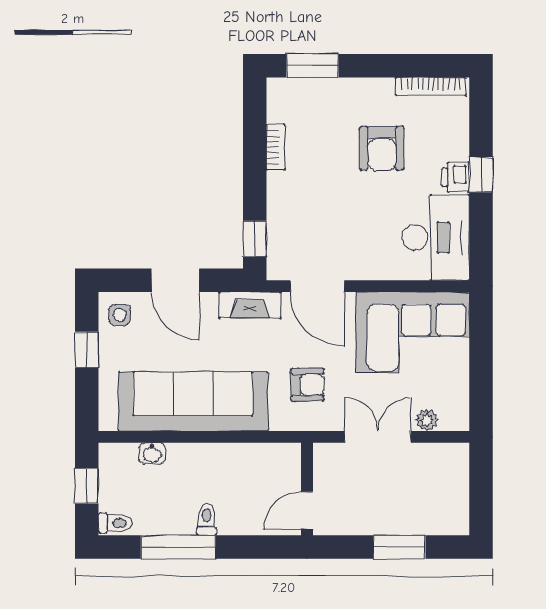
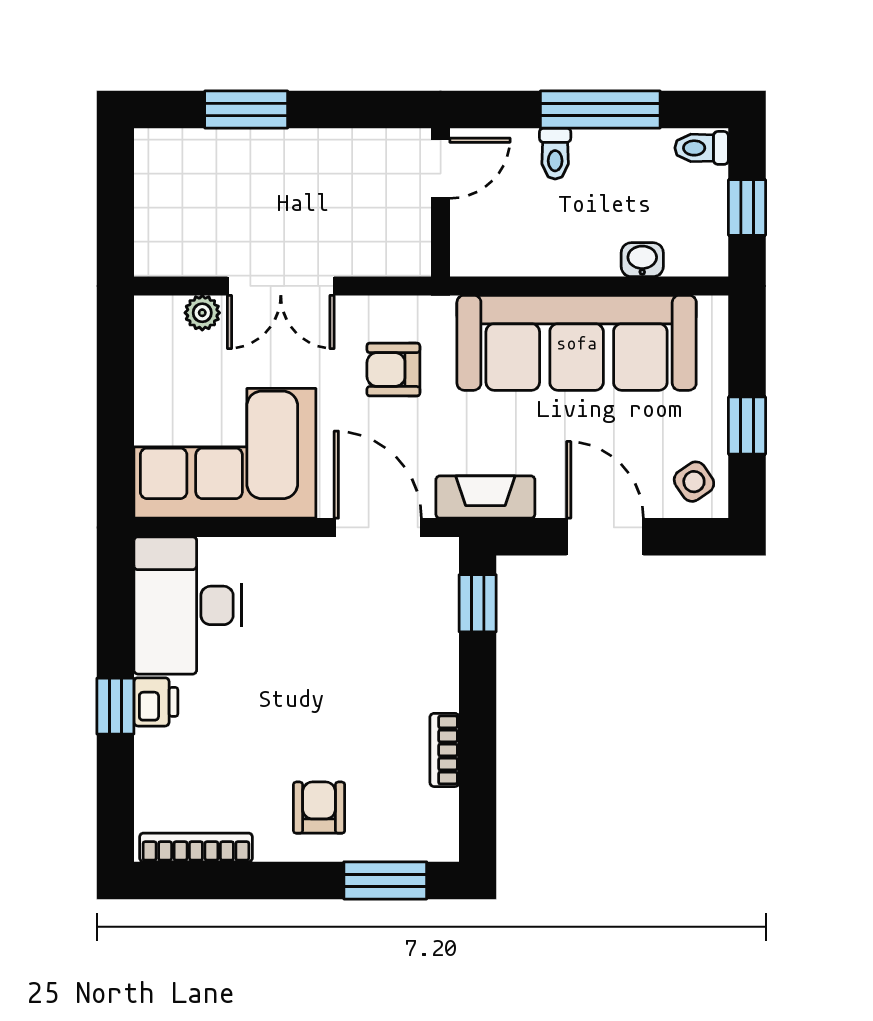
armchair: (382, 148) -> (319, 808), moved, width x0.72, depth x0.72
side table: (120, 315) -> (694, 482), turned -34
wall: (307, 489) -> (441, 202), moved
door: (307, 510) -> (441, 168), moved

